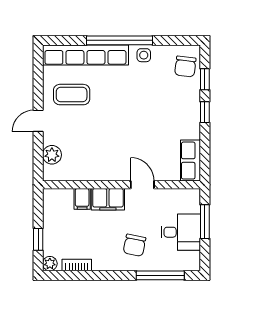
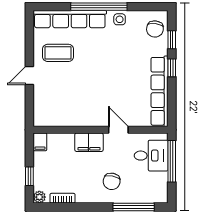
plant: (52, 155) -> (41, 104), removed
row of seats: (191, 161) -> (159, 91), width x2.02
filing cabinet: (82, 199) -> (40, 142), moved
window: (205, 222) -> (172, 161), width x1.44
desk: (181, 232) -> (151, 156), moved

